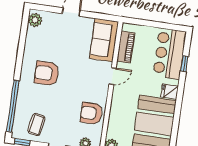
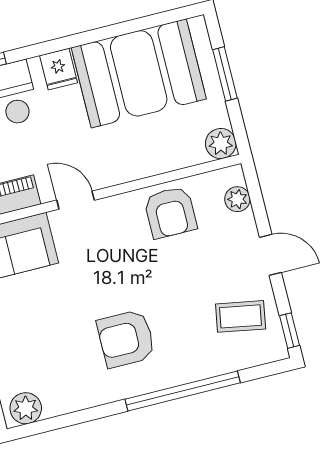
armchair: (47, 73) -> (126, 339), turned 90
window: (13, 106) -> (183, 391), moved

